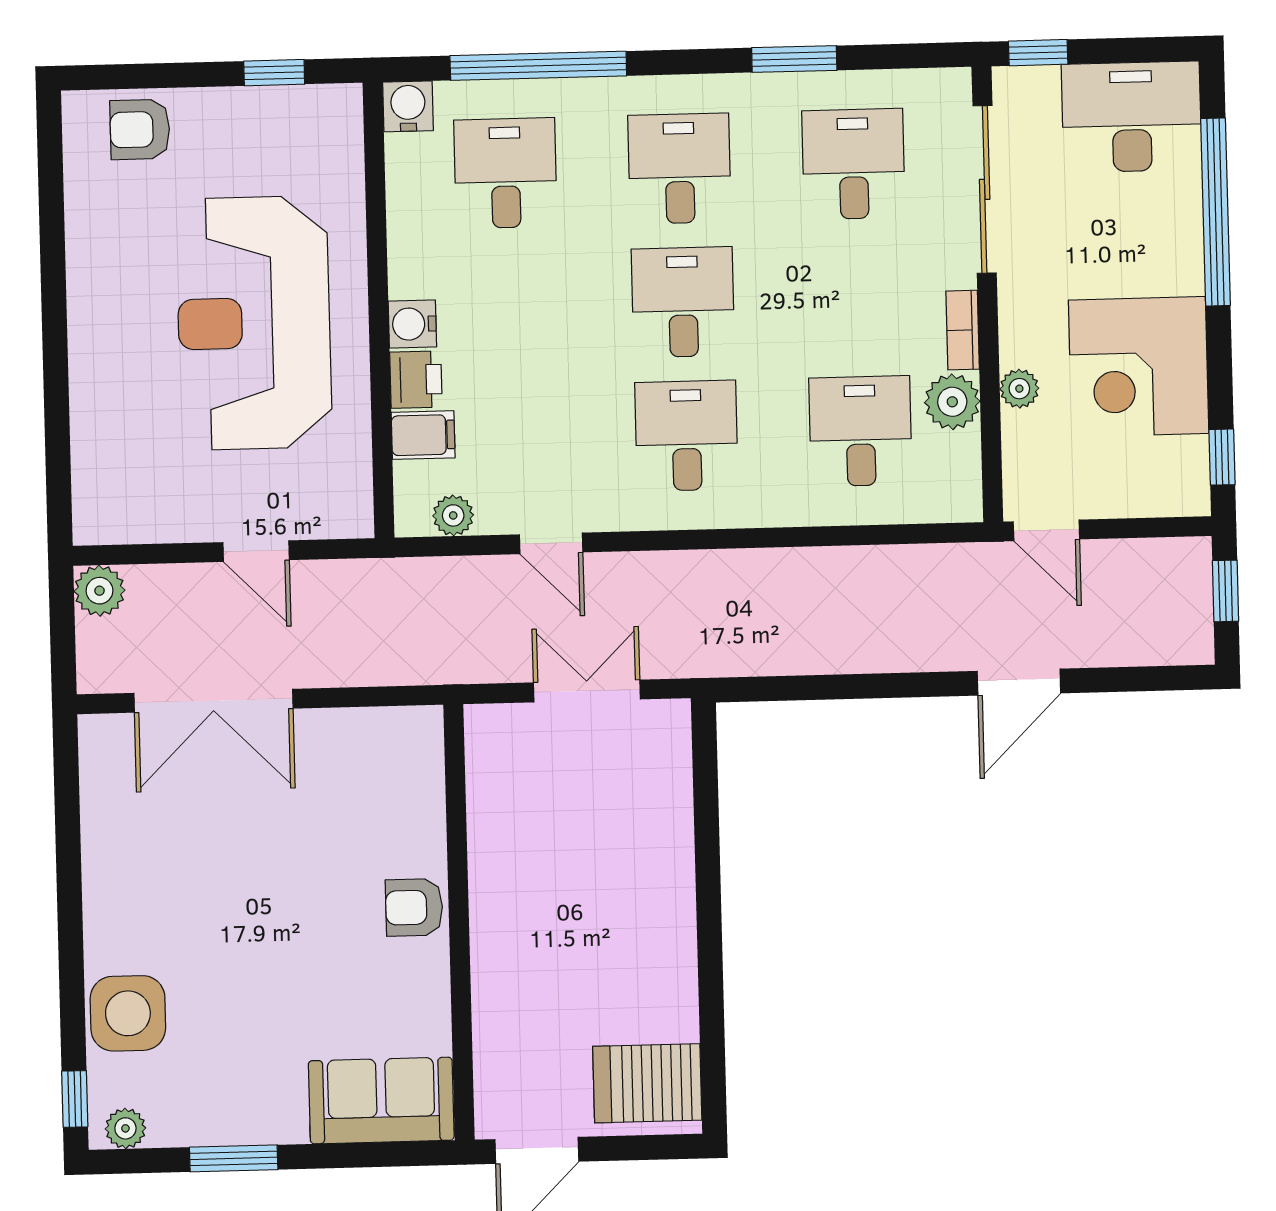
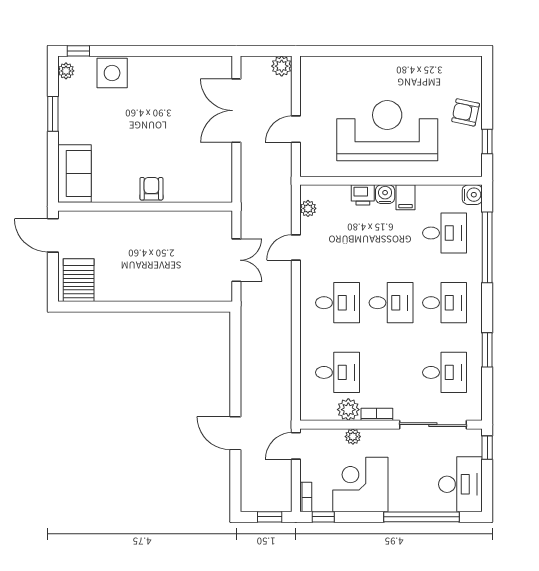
armchair: (140, 130) -> (466, 112), moved, turned -78
filing cabinet: (423, 435) -> (406, 197), moved
bookcase: (1173, 502) -> (306, 497), added

